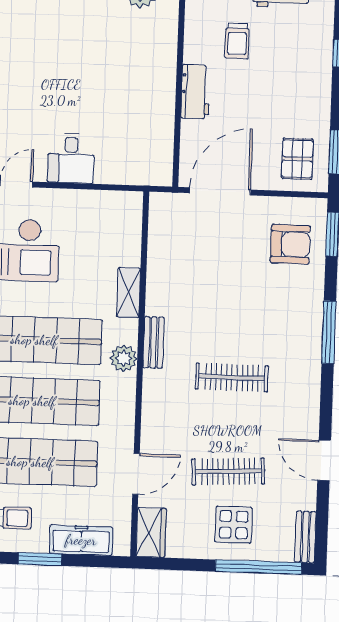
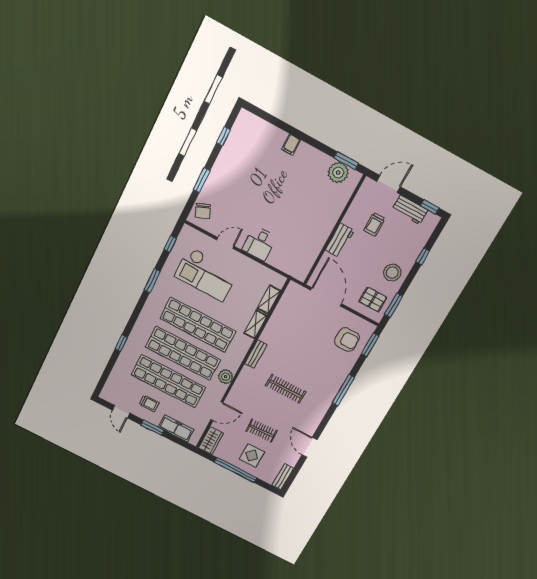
stool: (305, 101) -> (392, 273), added
pallet: (297, 159) -> (373, 299), turned 90
door: (220, 191) -> (326, 297), hinge flipped
shelving: (131, 241) -> (269, 300), added
plant: (124, 358) -> (226, 377), moved
clothes rail: (228, 471) -> (262, 431), width x0.73
window: (259, 567) -> (236, 470), moved

